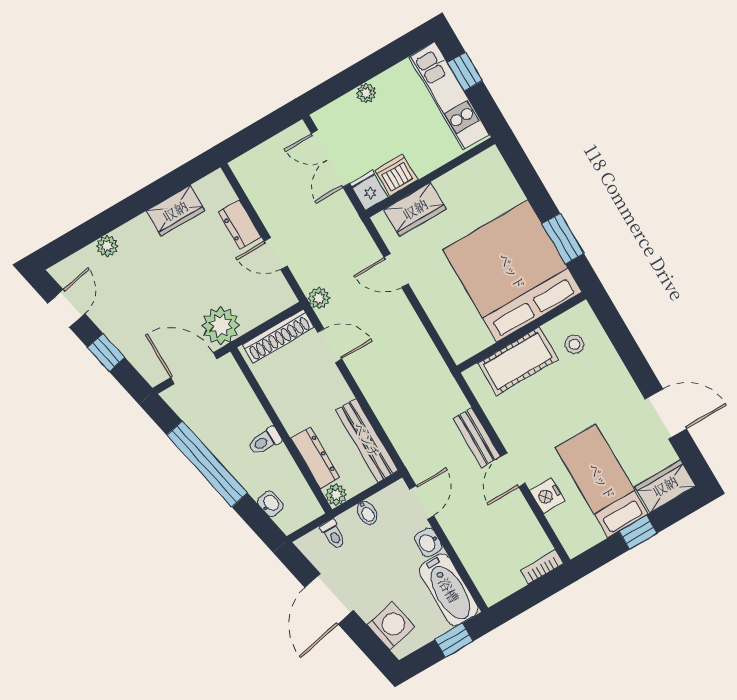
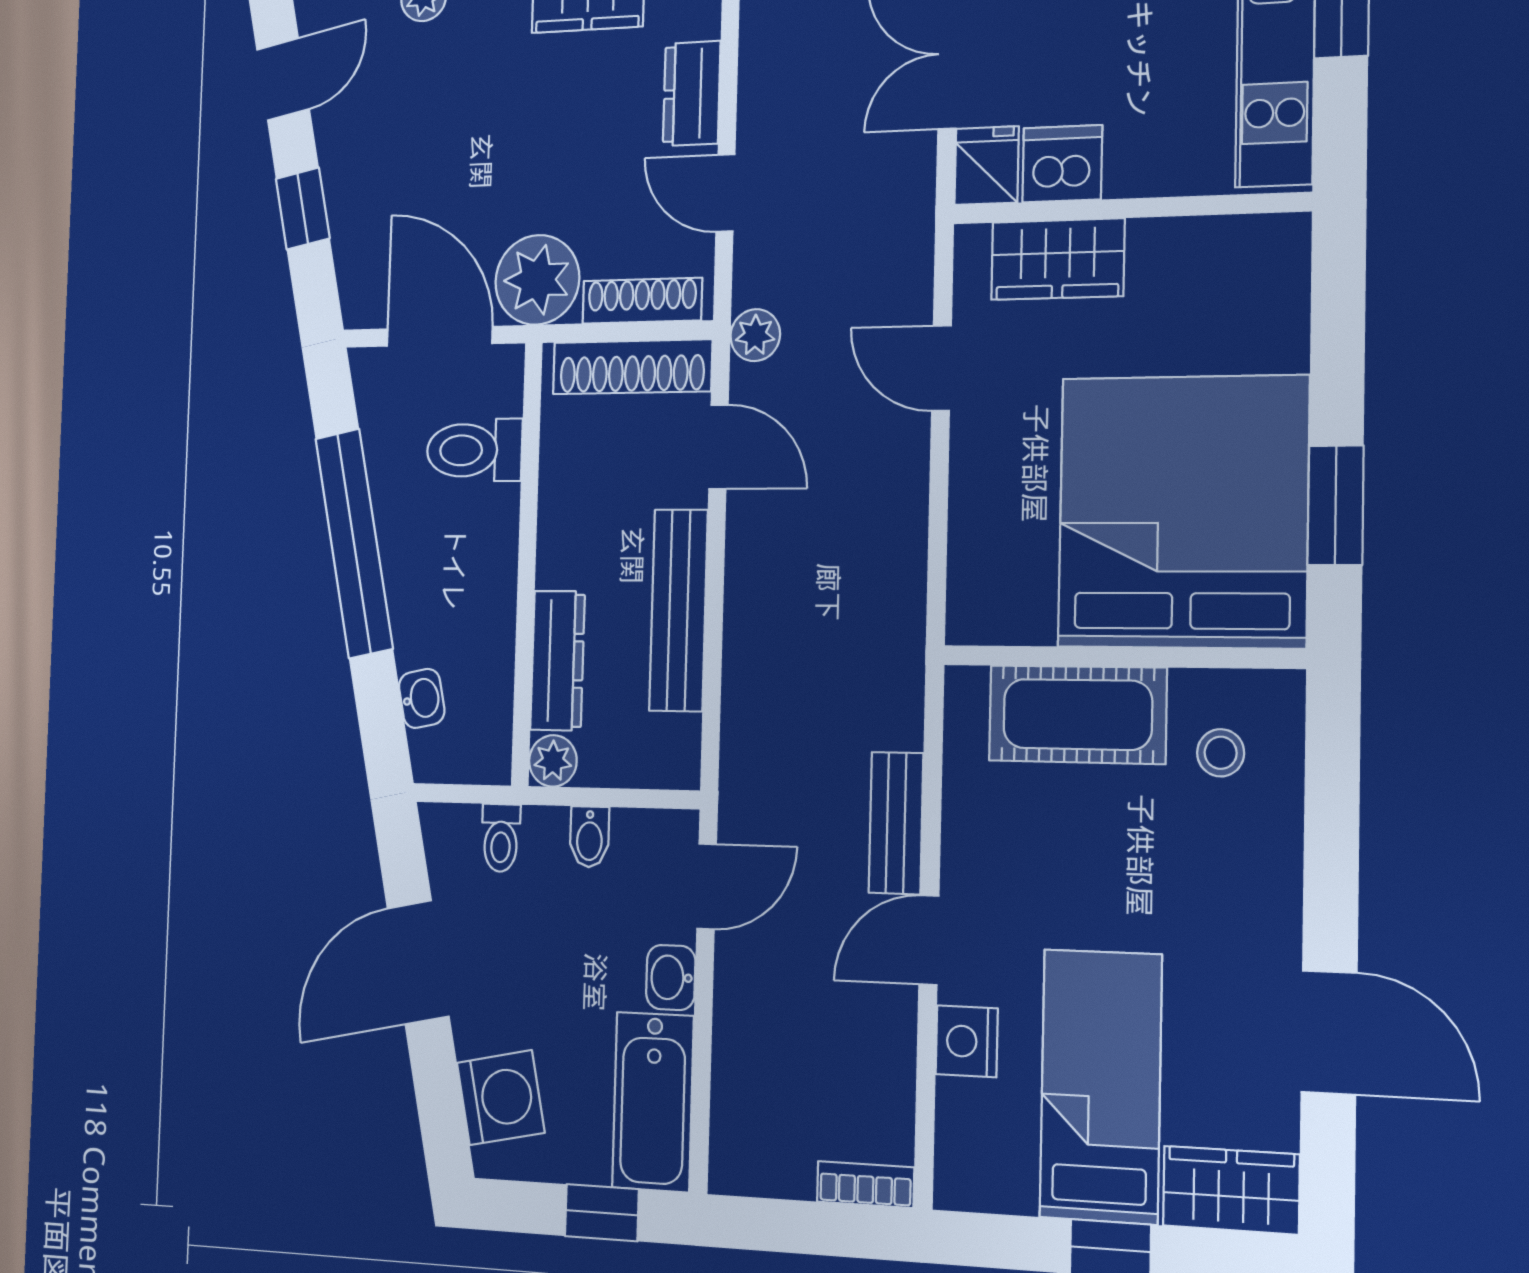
shoe rack: (267, 310) -> (642, 301), added
bench: (367, 440) -> (678, 610), moved
toilet: (265, 441) -> (474, 450), moved, width x1.37, depth x1.39

